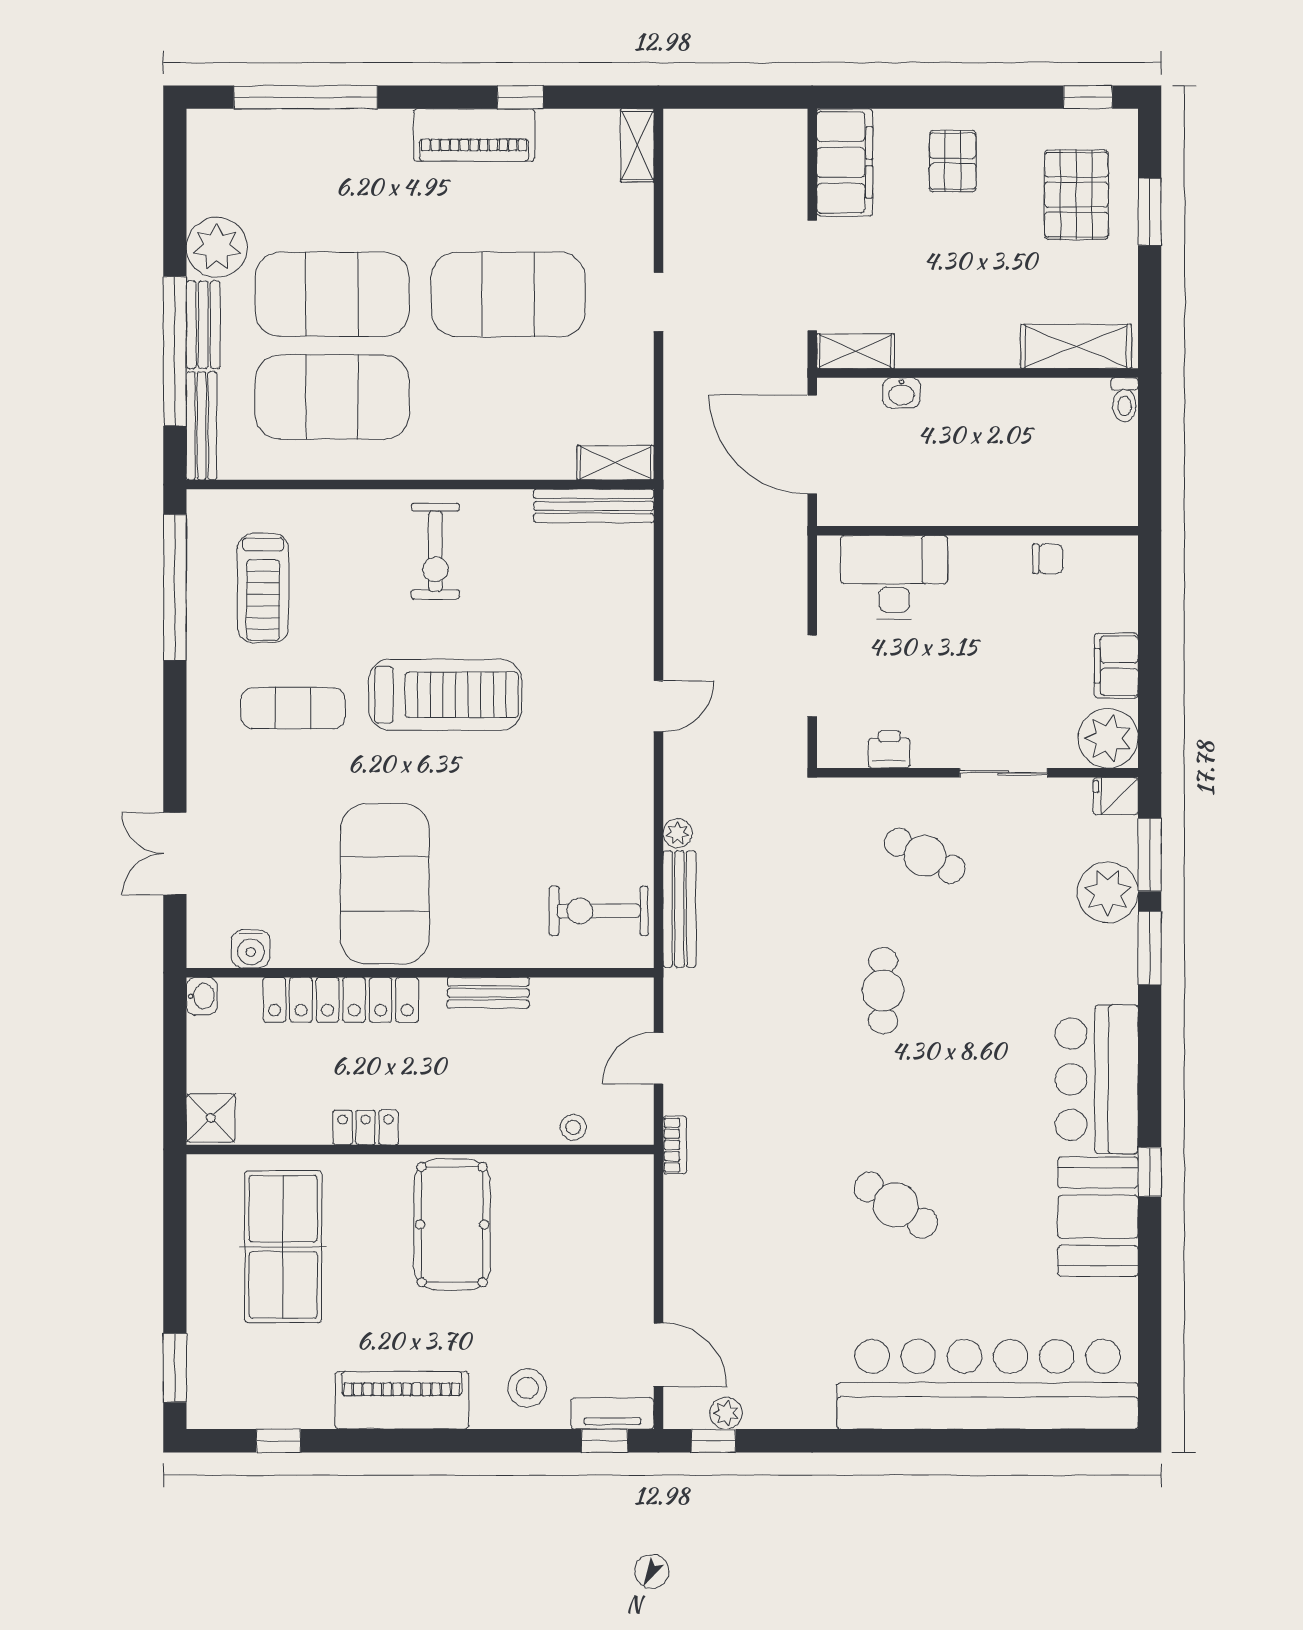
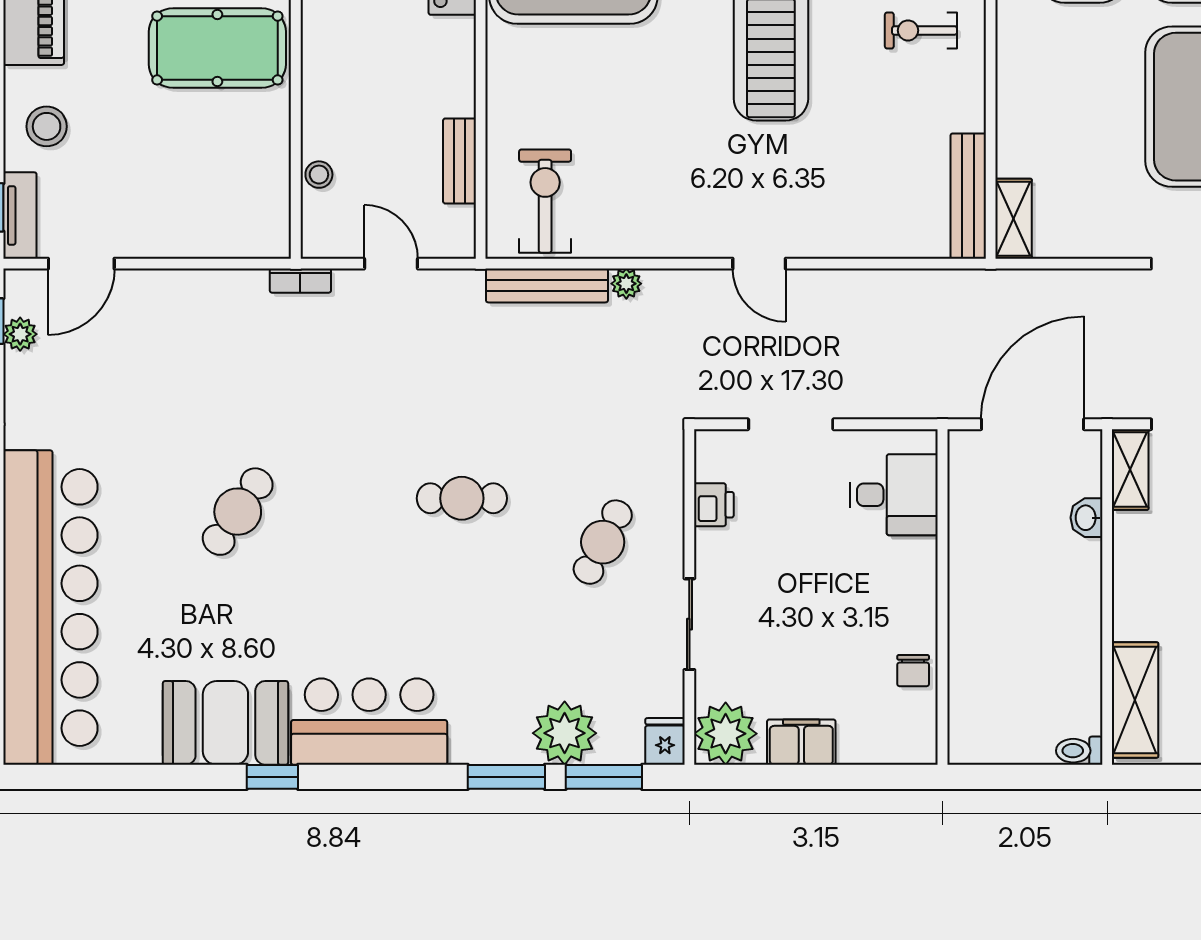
exercise bike: (435, 551) -> (921, 30), width x0.73, depth x0.72
desk: (894, 577) -> (894, 495), width x0.73
bench: (488, 993) -> (459, 161), moved

